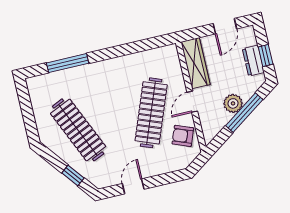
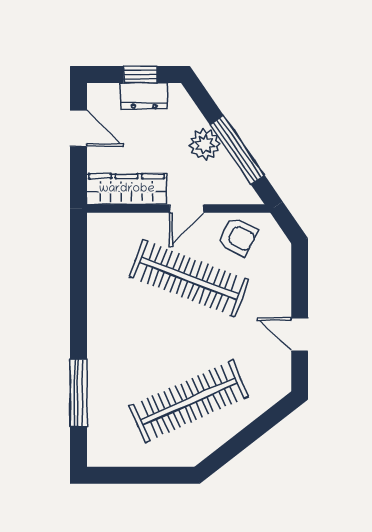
door: (192, 102) -> (187, 209), hinge flipped
window: (244, 113) -> (237, 150), moved
armchair: (183, 136) -> (238, 236), turned -85
window: (73, 176) -> (260, 426), removed

